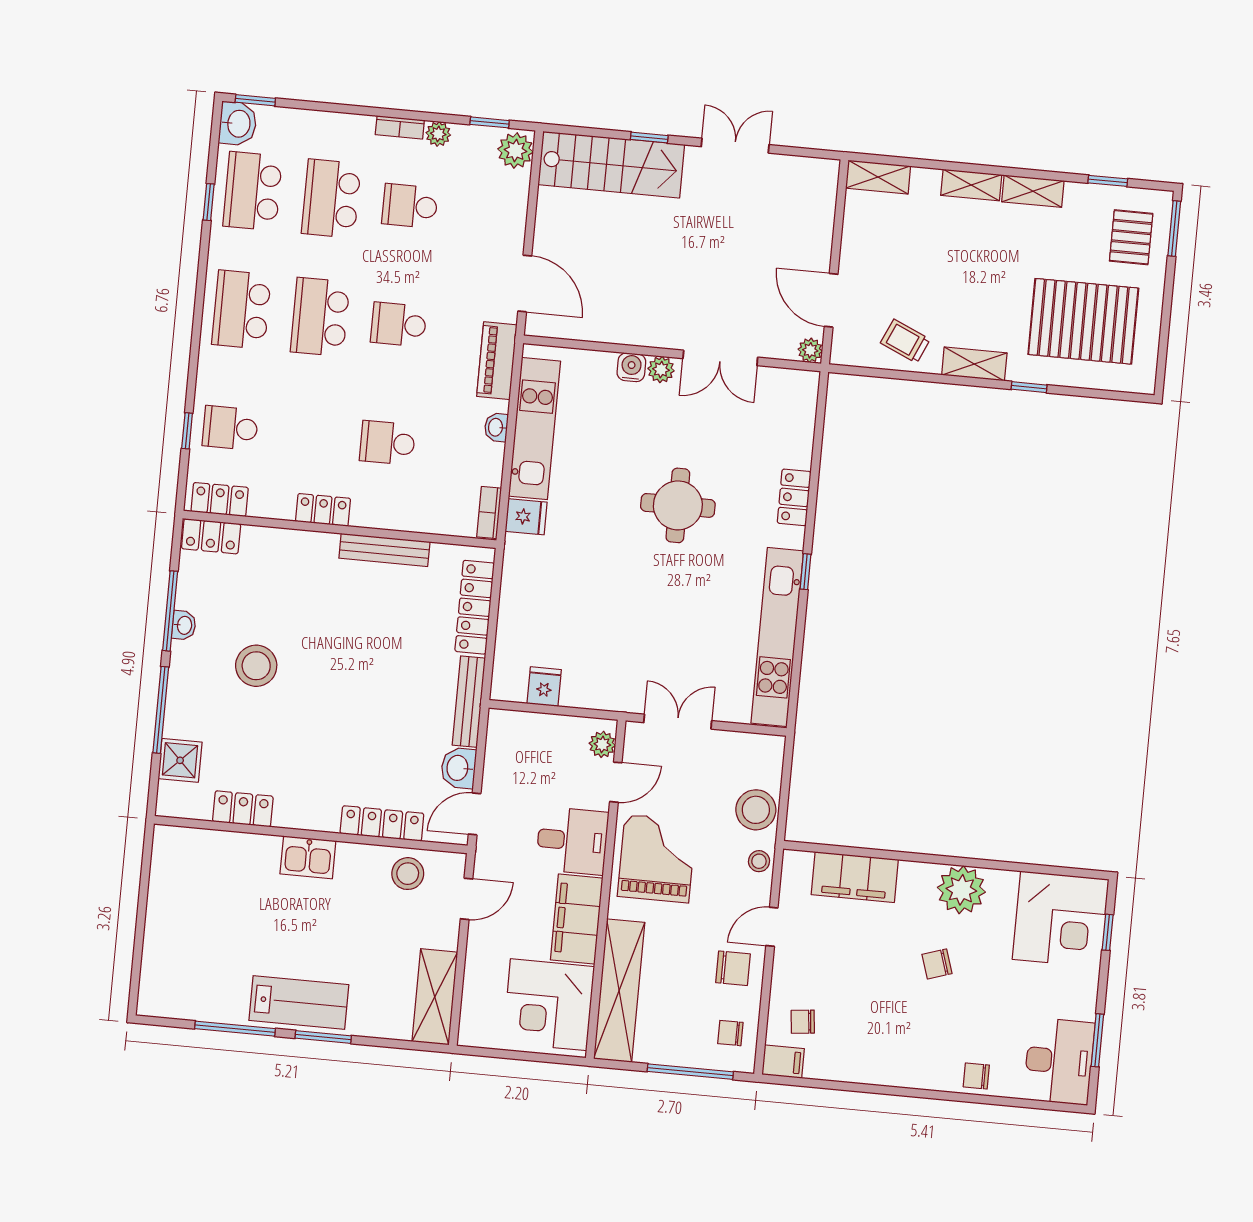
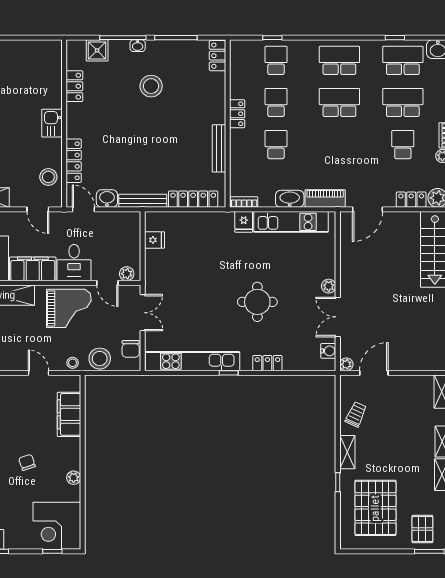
pallet: (1131, 237) -> (422, 529), turned 90
school desk: (399, 324) -> (276, 102), moved
water cooler: (631, 367) -> (328, 351), moved
washbasin: (496, 427) -> (290, 199), width x1.91, depth x1.45
locker: (220, 500) -> (411, 200), moved, turned -90
washbasin: (184, 625) -> (138, 46), moved
plant: (961, 890) -> (74, 478), width x0.53, depth x0.53
chair: (733, 968) -> (131, 349), moved

